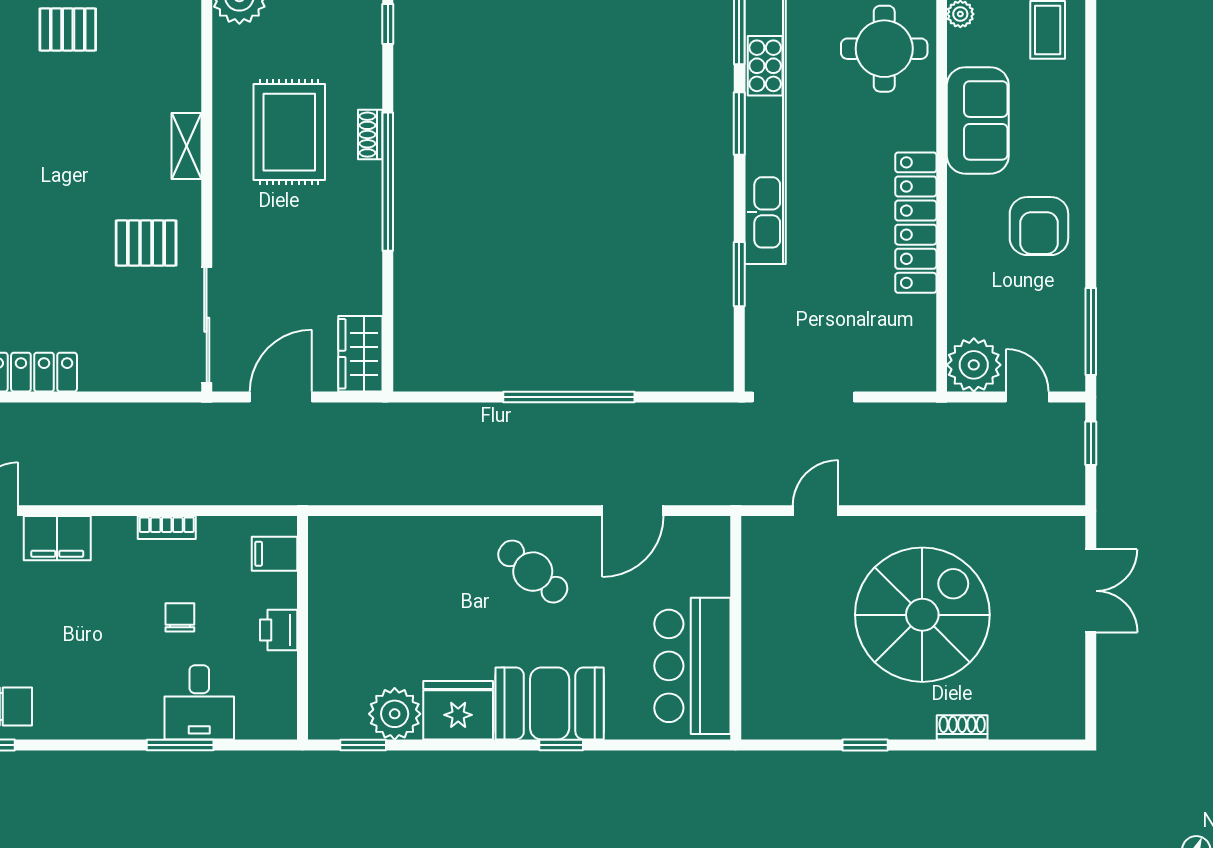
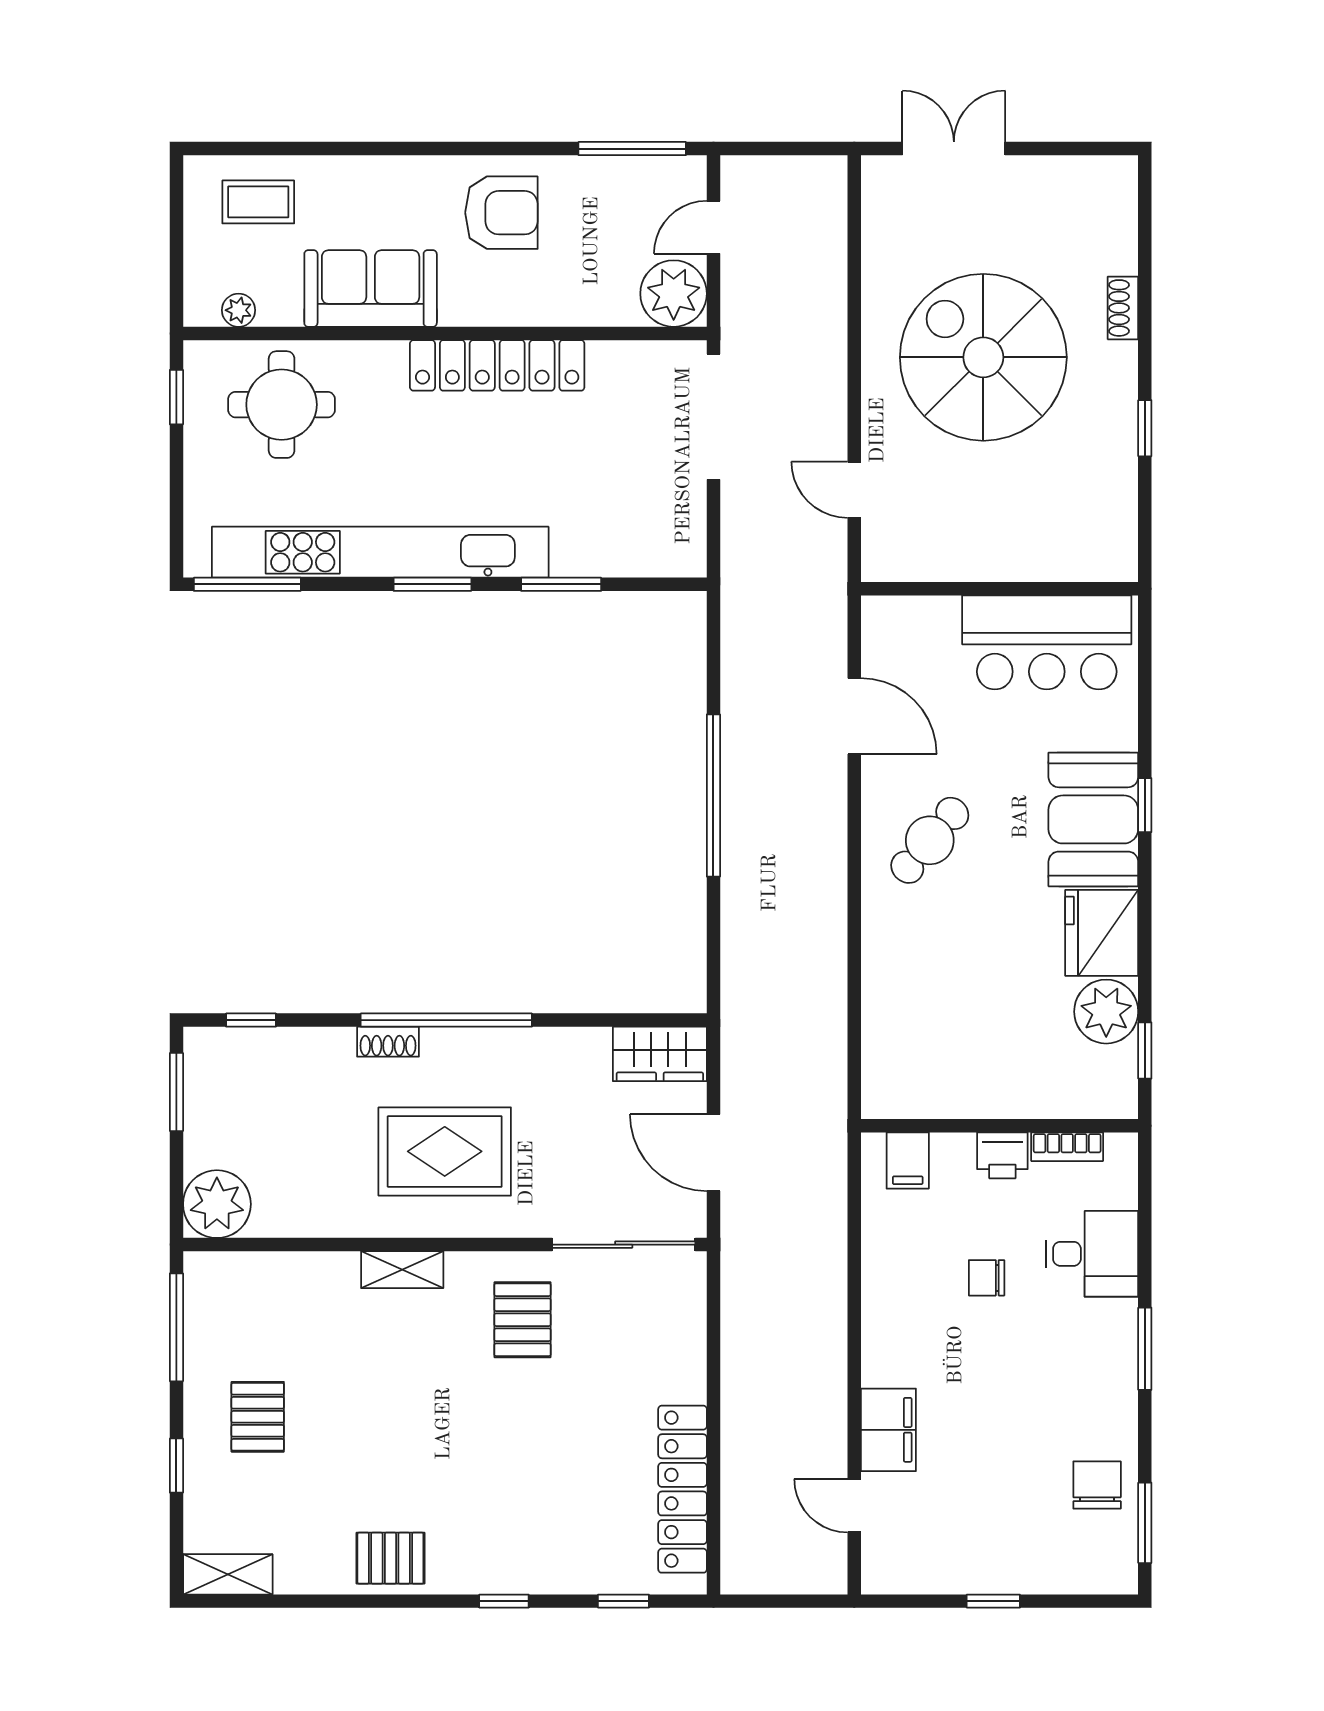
window: (739, 123) -> (432, 584), moved
rug: (289, 132) -> (445, 1151), moved
doorway: (803, 397) -> (713, 417), moved
window: (1091, 443) -> (771, 149), removed
bookcase: (167, 528) -> (1067, 1147), moved, turned 90
window: (180, 745) -> (1145, 1349), moved

